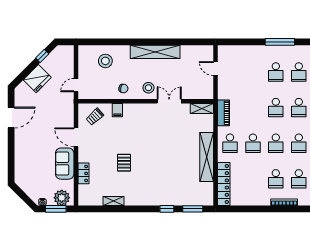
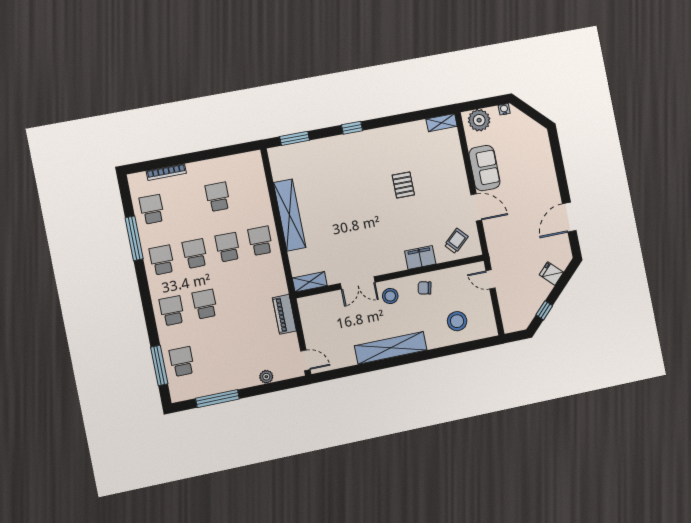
plant: (244, 50) -> (266, 377), added
door: (215, 69) -> (305, 360), moved
school desk: (276, 72) -> (215, 355), removed
fridge: (37, 79) -> (551, 274), width x0.53, depth x0.75
door: (76, 85) -> (491, 279), swing flipped
filing cabinet: (117, 110) -> (420, 258), width x2.00
piano: (224, 113) -> (284, 314), moved
locker: (83, 173) -> (456, 159), removed
school desk: (276, 179) -> (218, 197), moved
locker: (224, 184) -> (258, 182), removed
shelving: (113, 201) -> (442, 123), moved
window: (56, 209) -> (484, 103), removed
window: (167, 209) -> (352, 128), moved

